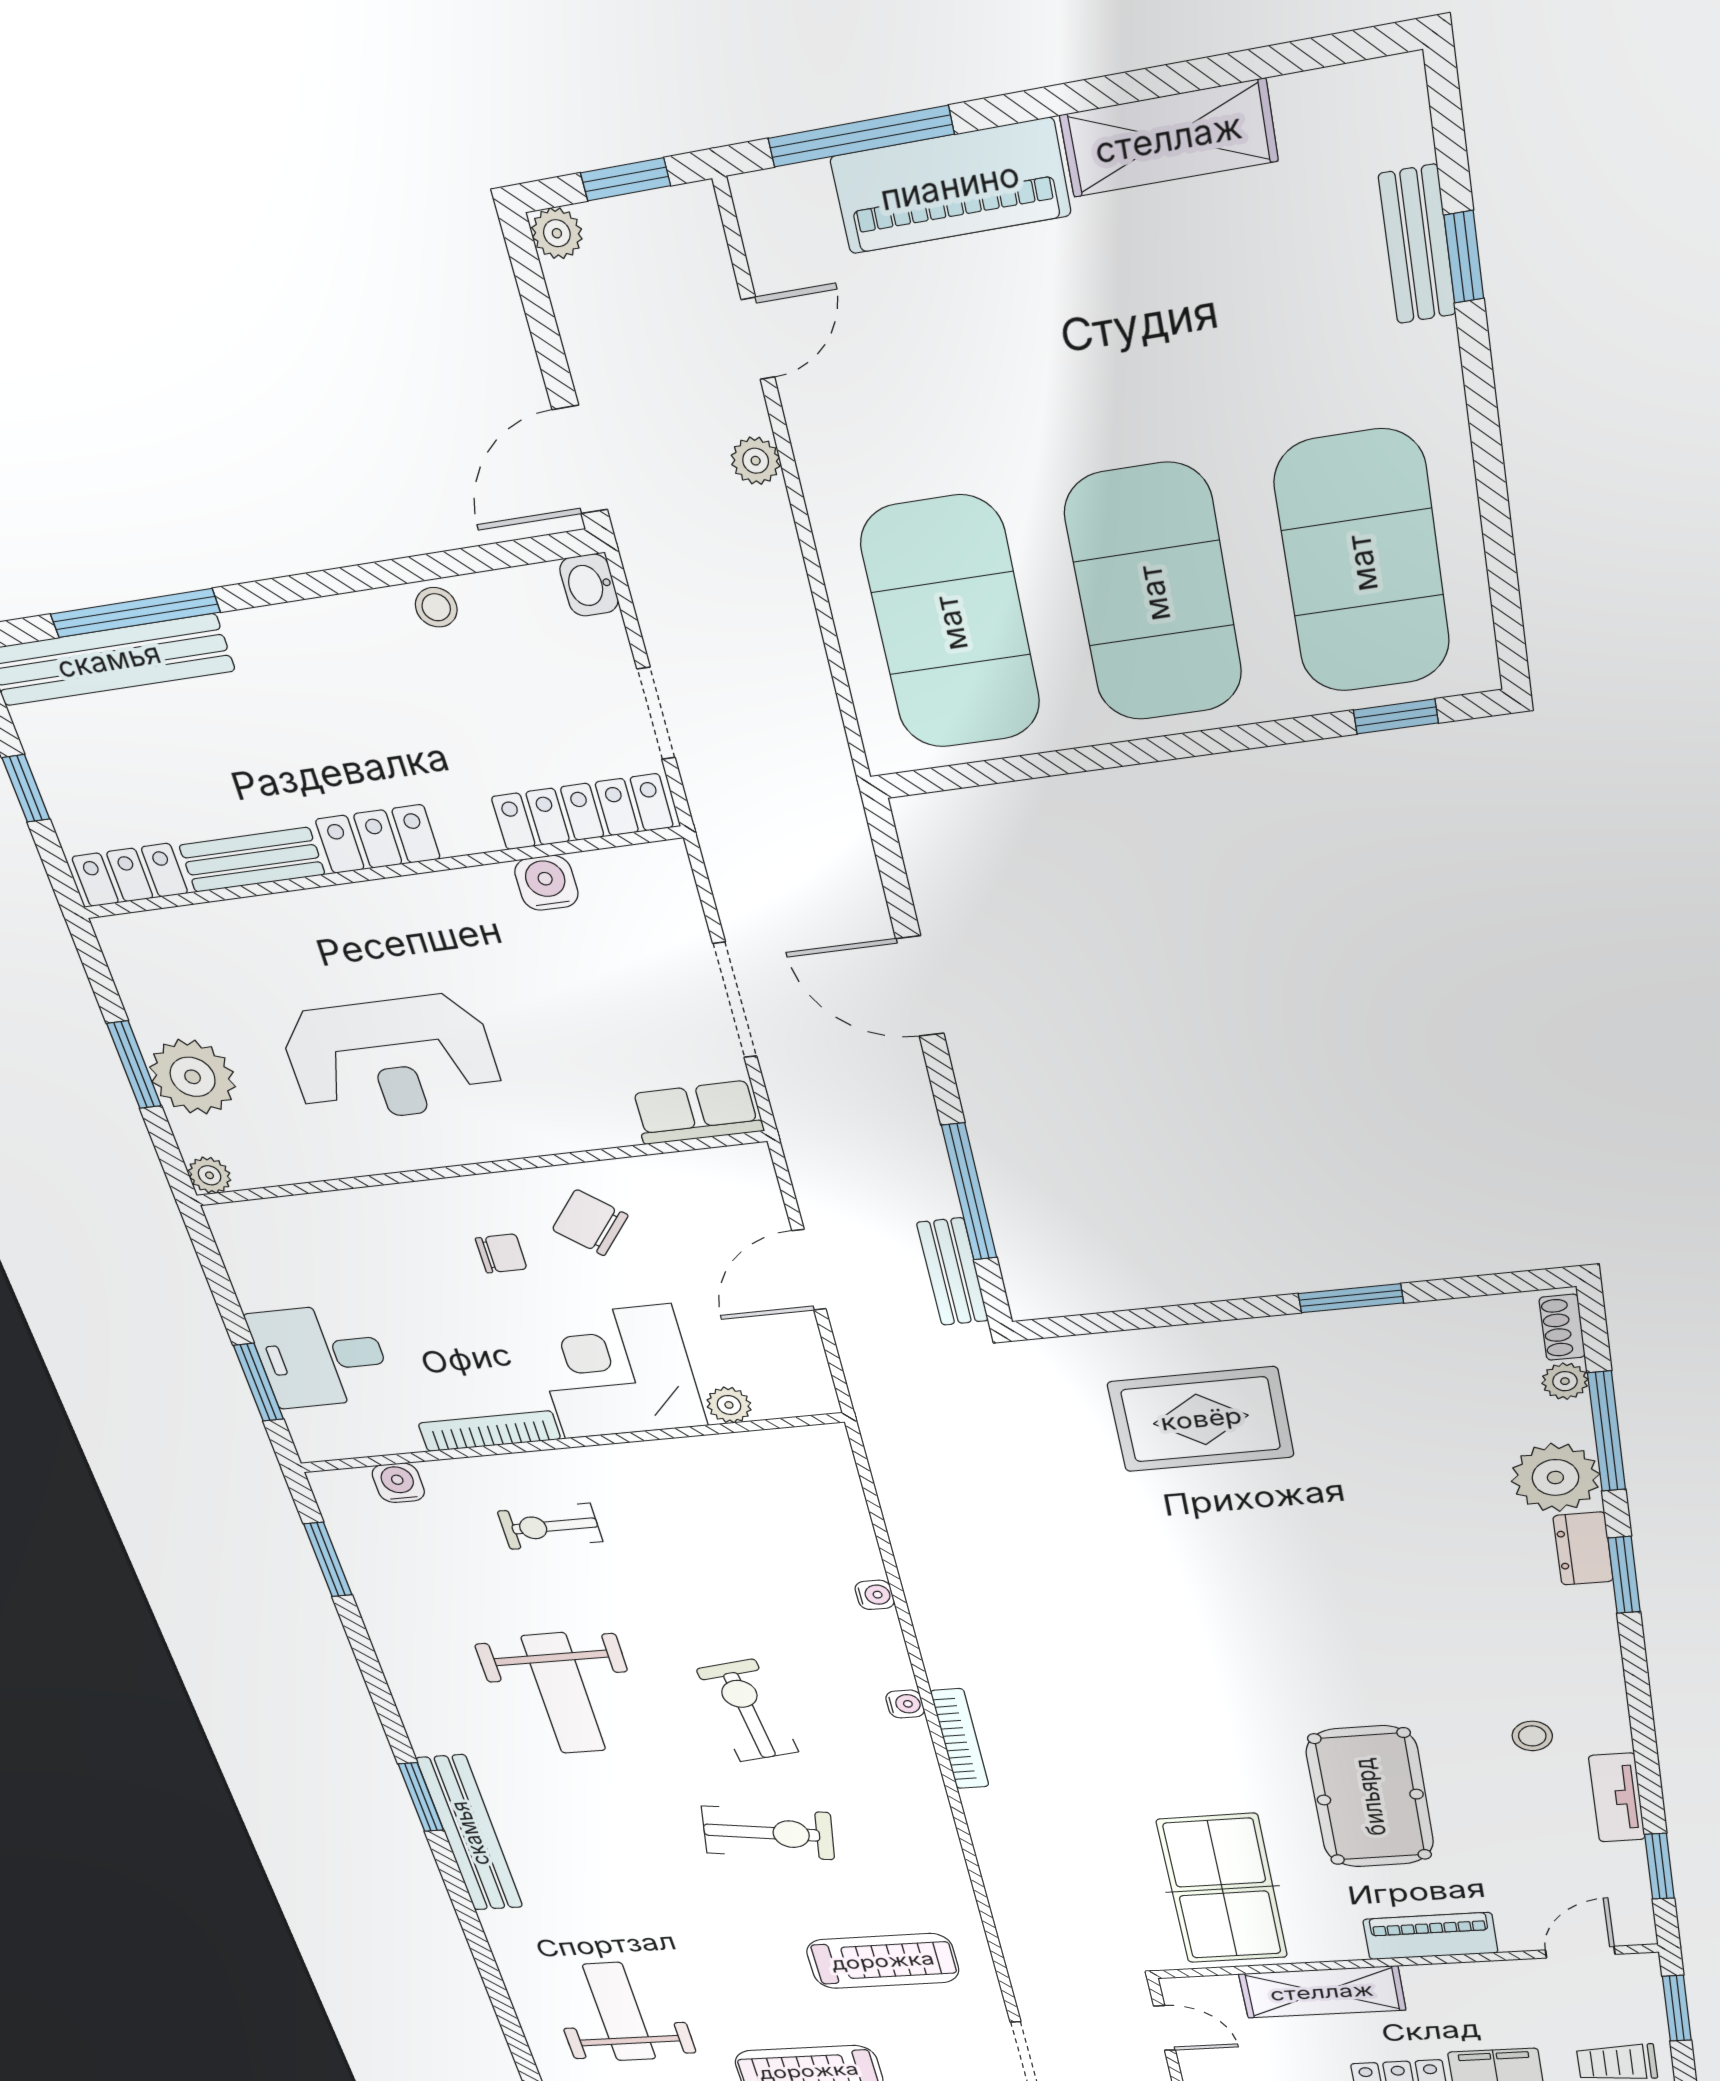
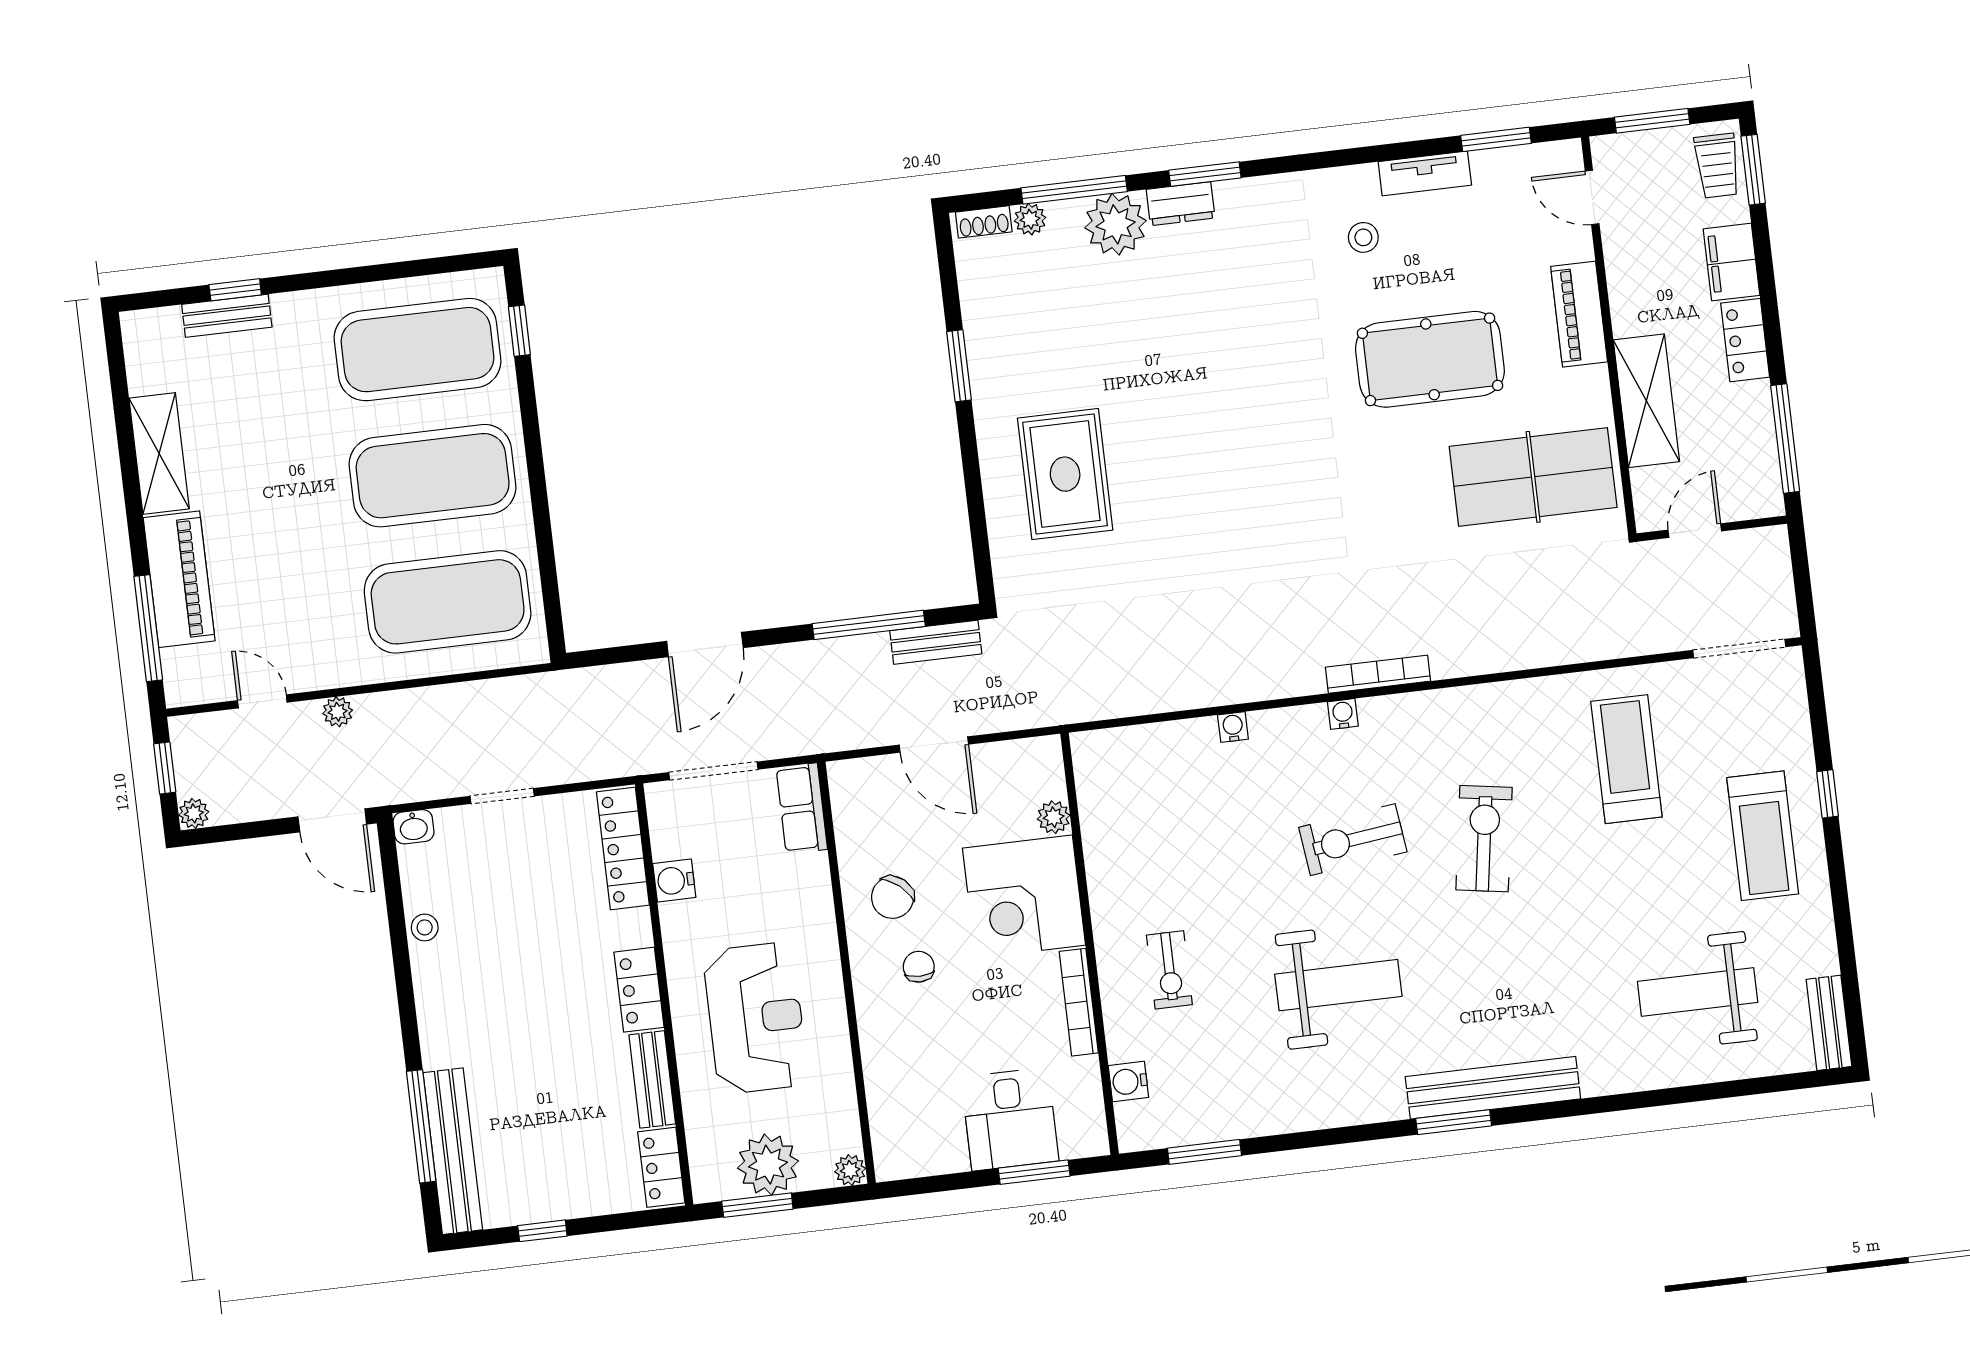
locker: (582, 812) -> (623, 848), moved
locker: (378, 839) -> (639, 990), moved
bench: (252, 860) -> (652, 1079), moved
wall: (378, 873) -> (664, 994), moved
locker: (130, 875) -> (661, 1167), moved
water cooler: (546, 883) -> (674, 880), moved

